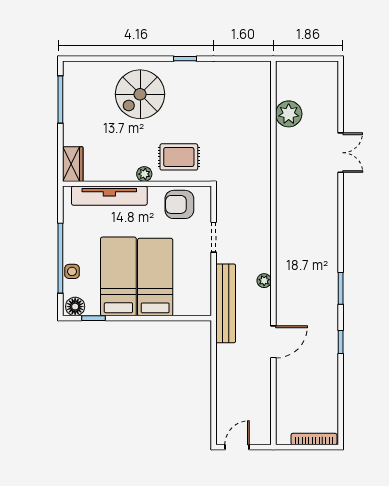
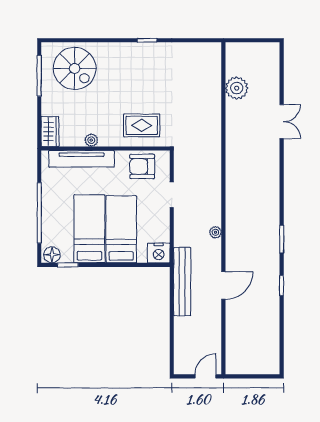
spiral stairs: (140, 94) -> (75, 68), moved, turned -90
plant: (144, 174) -> (91, 140), moved
side table: (72, 271) -> (49, 224), removed
bench: (226, 303) -> (182, 282), moved
nightstand: (198, 304) -> (159, 253), added
bookcase: (314, 439) -> (259, 369), removed
door: (237, 447) -> (206, 376), moved

